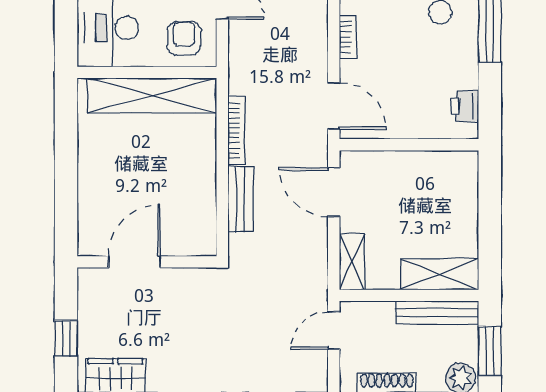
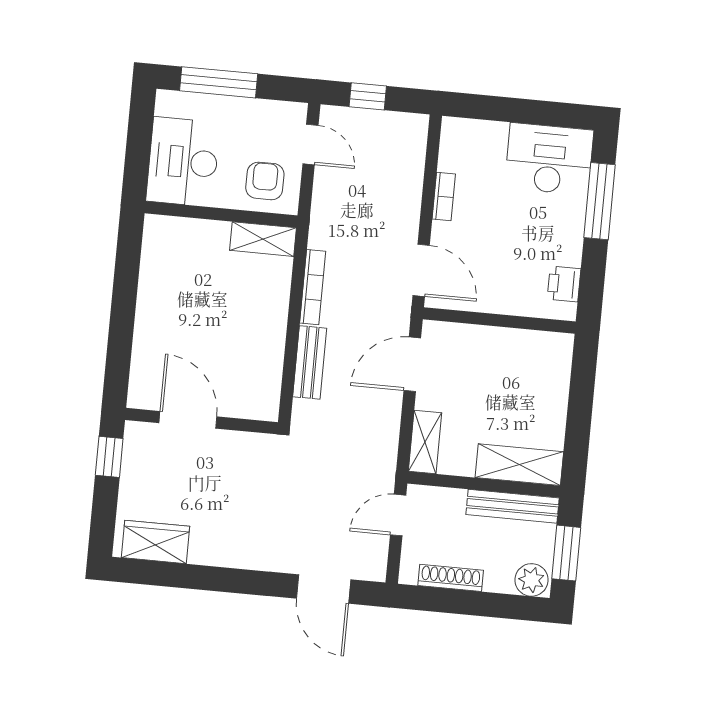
shelving: (152, 96) -> (263, 239), width x0.45, depth x0.75
door: (334, 192) -> (412, 364), hinge flipped
door: (134, 262) -> (188, 420), hinge flipped
window: (66, 338) -> (109, 457), moved

